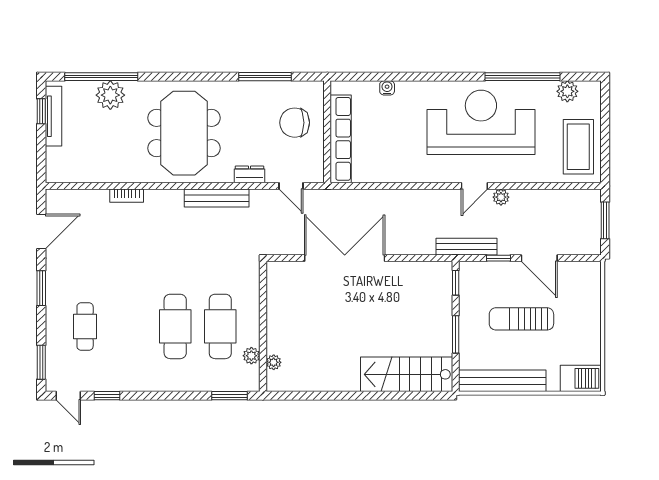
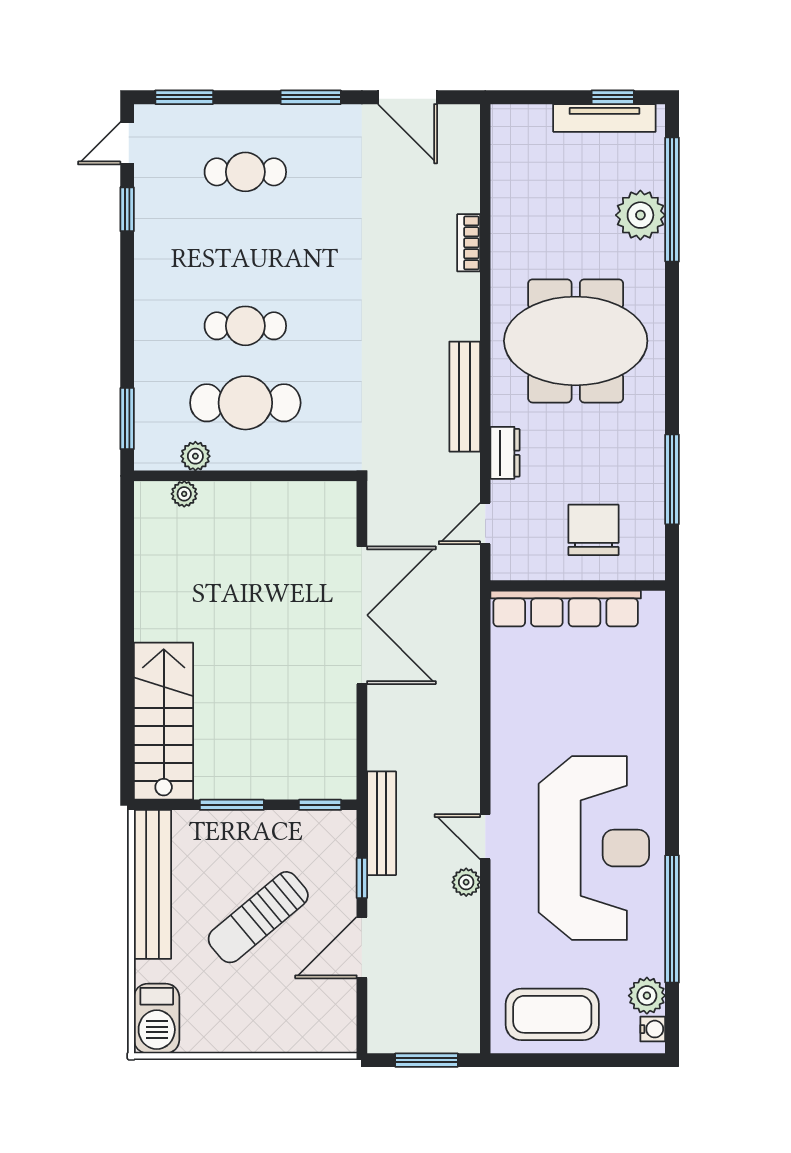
water cooler: (387, 88) -> (653, 1029), moved
sun lounger: (521, 319) -> (258, 917), turned -130
cafe table: (175, 326) -> (245, 326), width x0.73, depth x0.74

